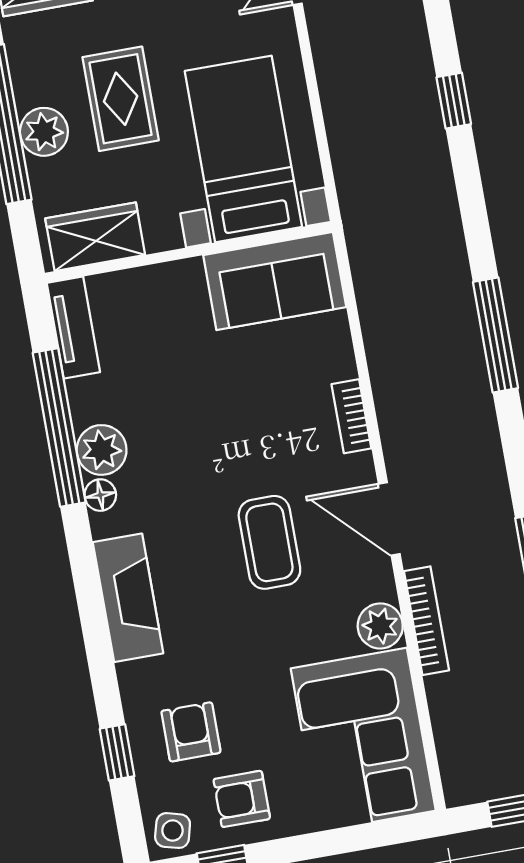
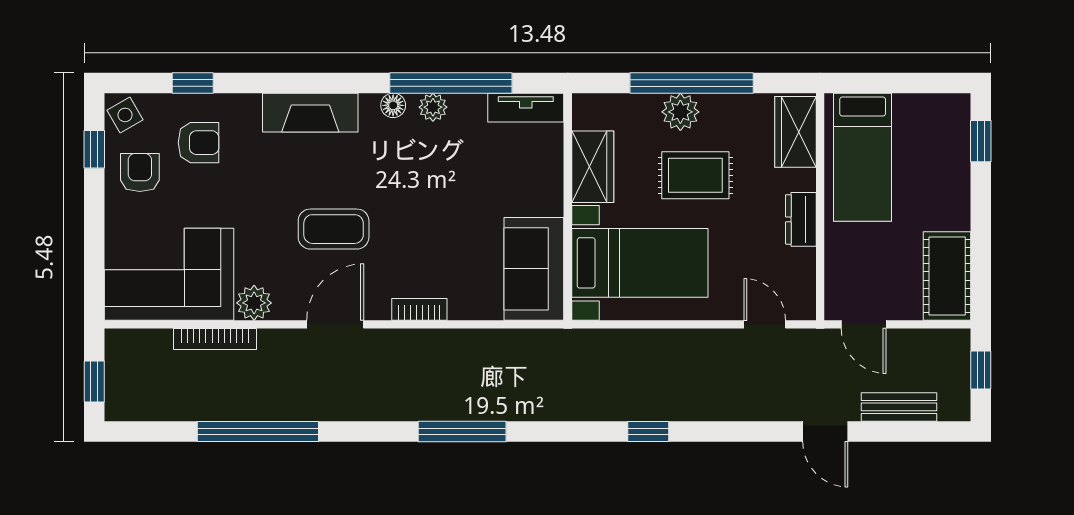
wardrobe: (95, 237) -> (593, 167), moved
plant: (102, 450) -> (433, 107), width x0.73, depth x0.73
bookcase: (426, 621) -> (215, 339), moved
side table: (173, 831) -> (125, 115), turned 45

